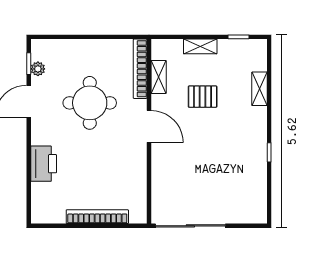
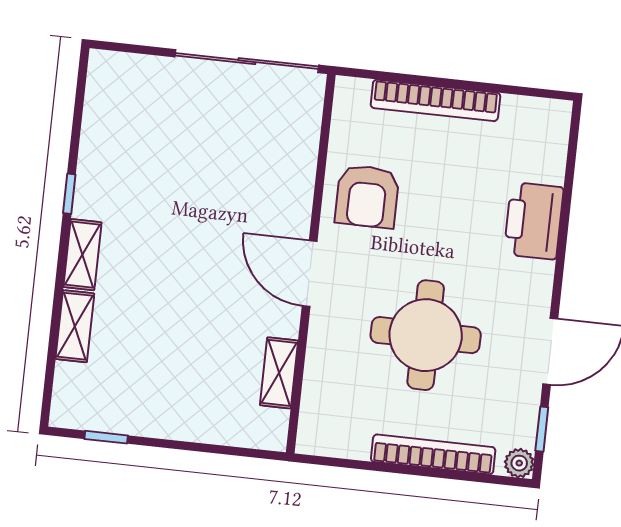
shelving: (200, 46) -> (82, 255), moved, turned 90
plant: (38, 69) -> (519, 463), moved
bookcase: (140, 69) -> (433, 454), moved, turned -90
pallet: (203, 97) -> (193, 323), removed
armchair: (125, 167) -> (367, 196), added

